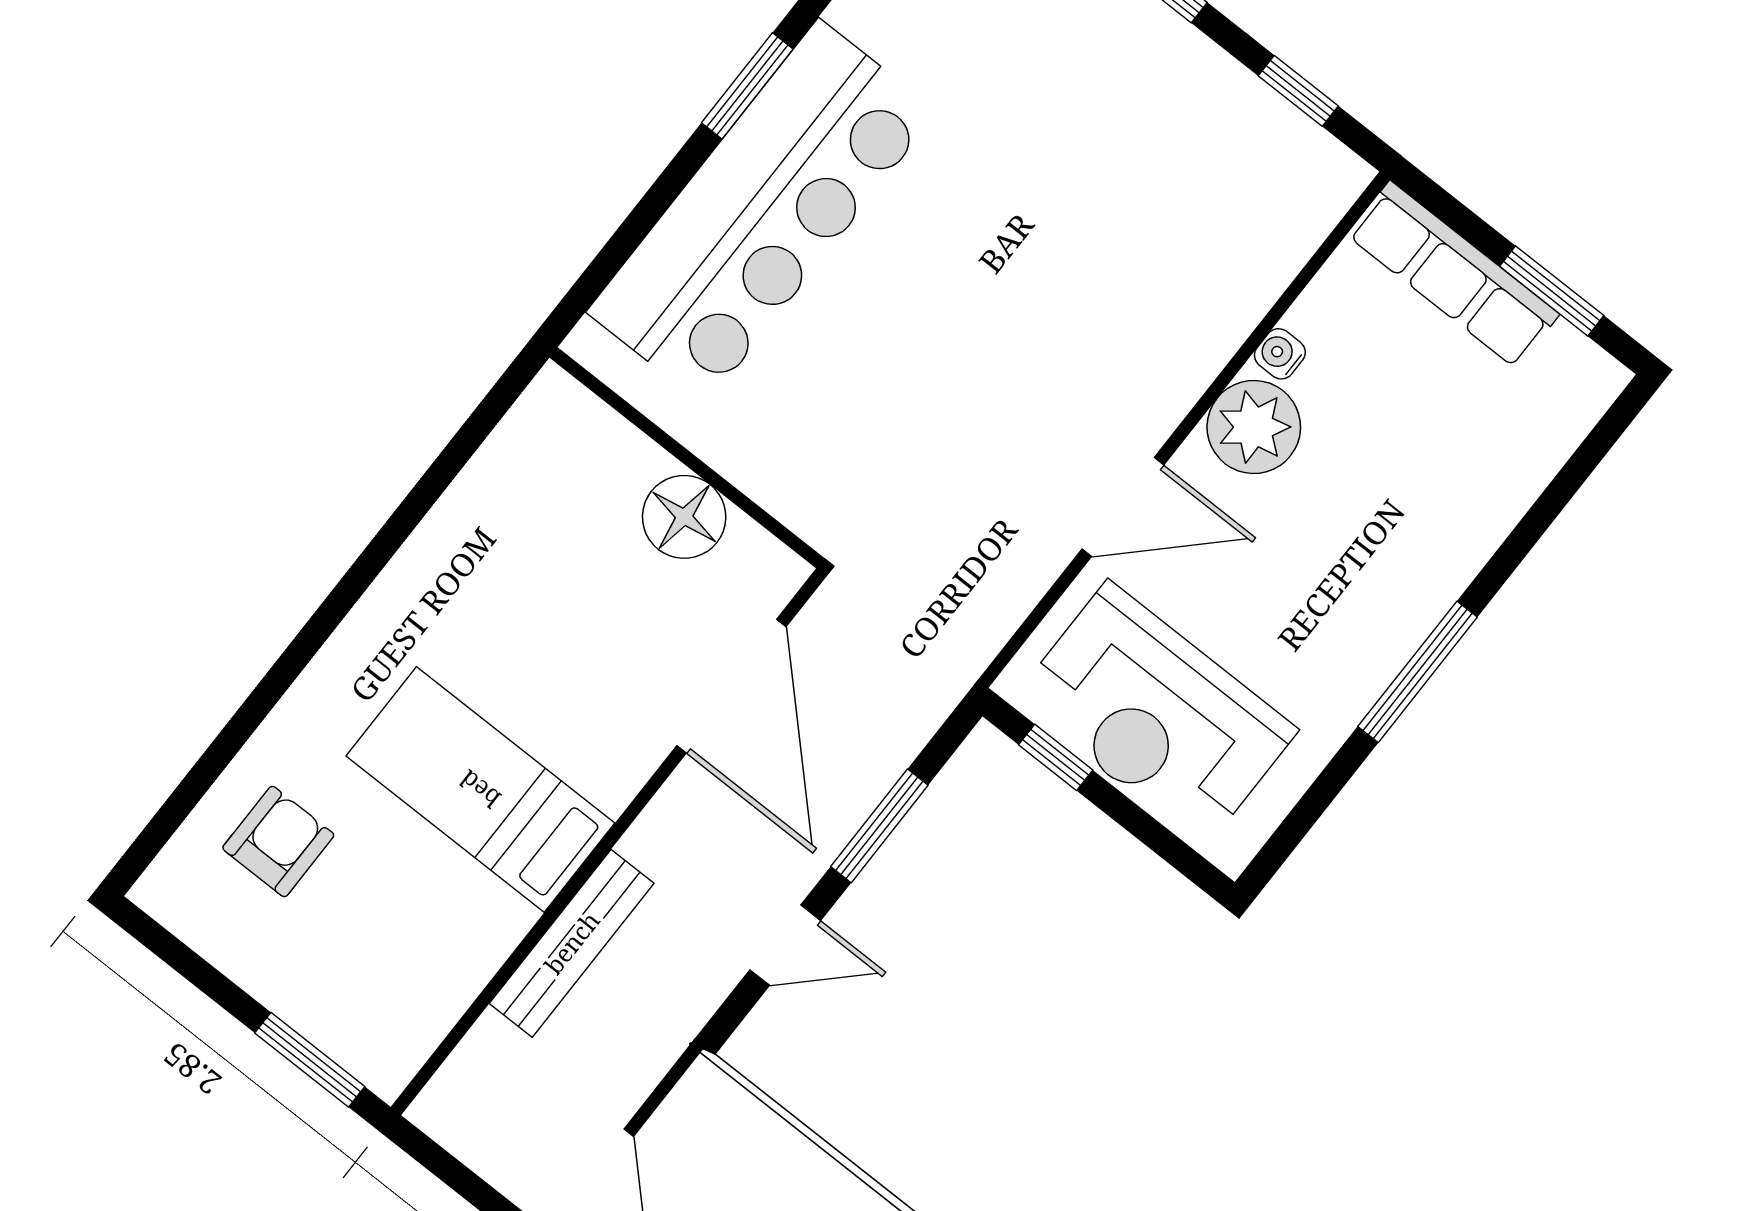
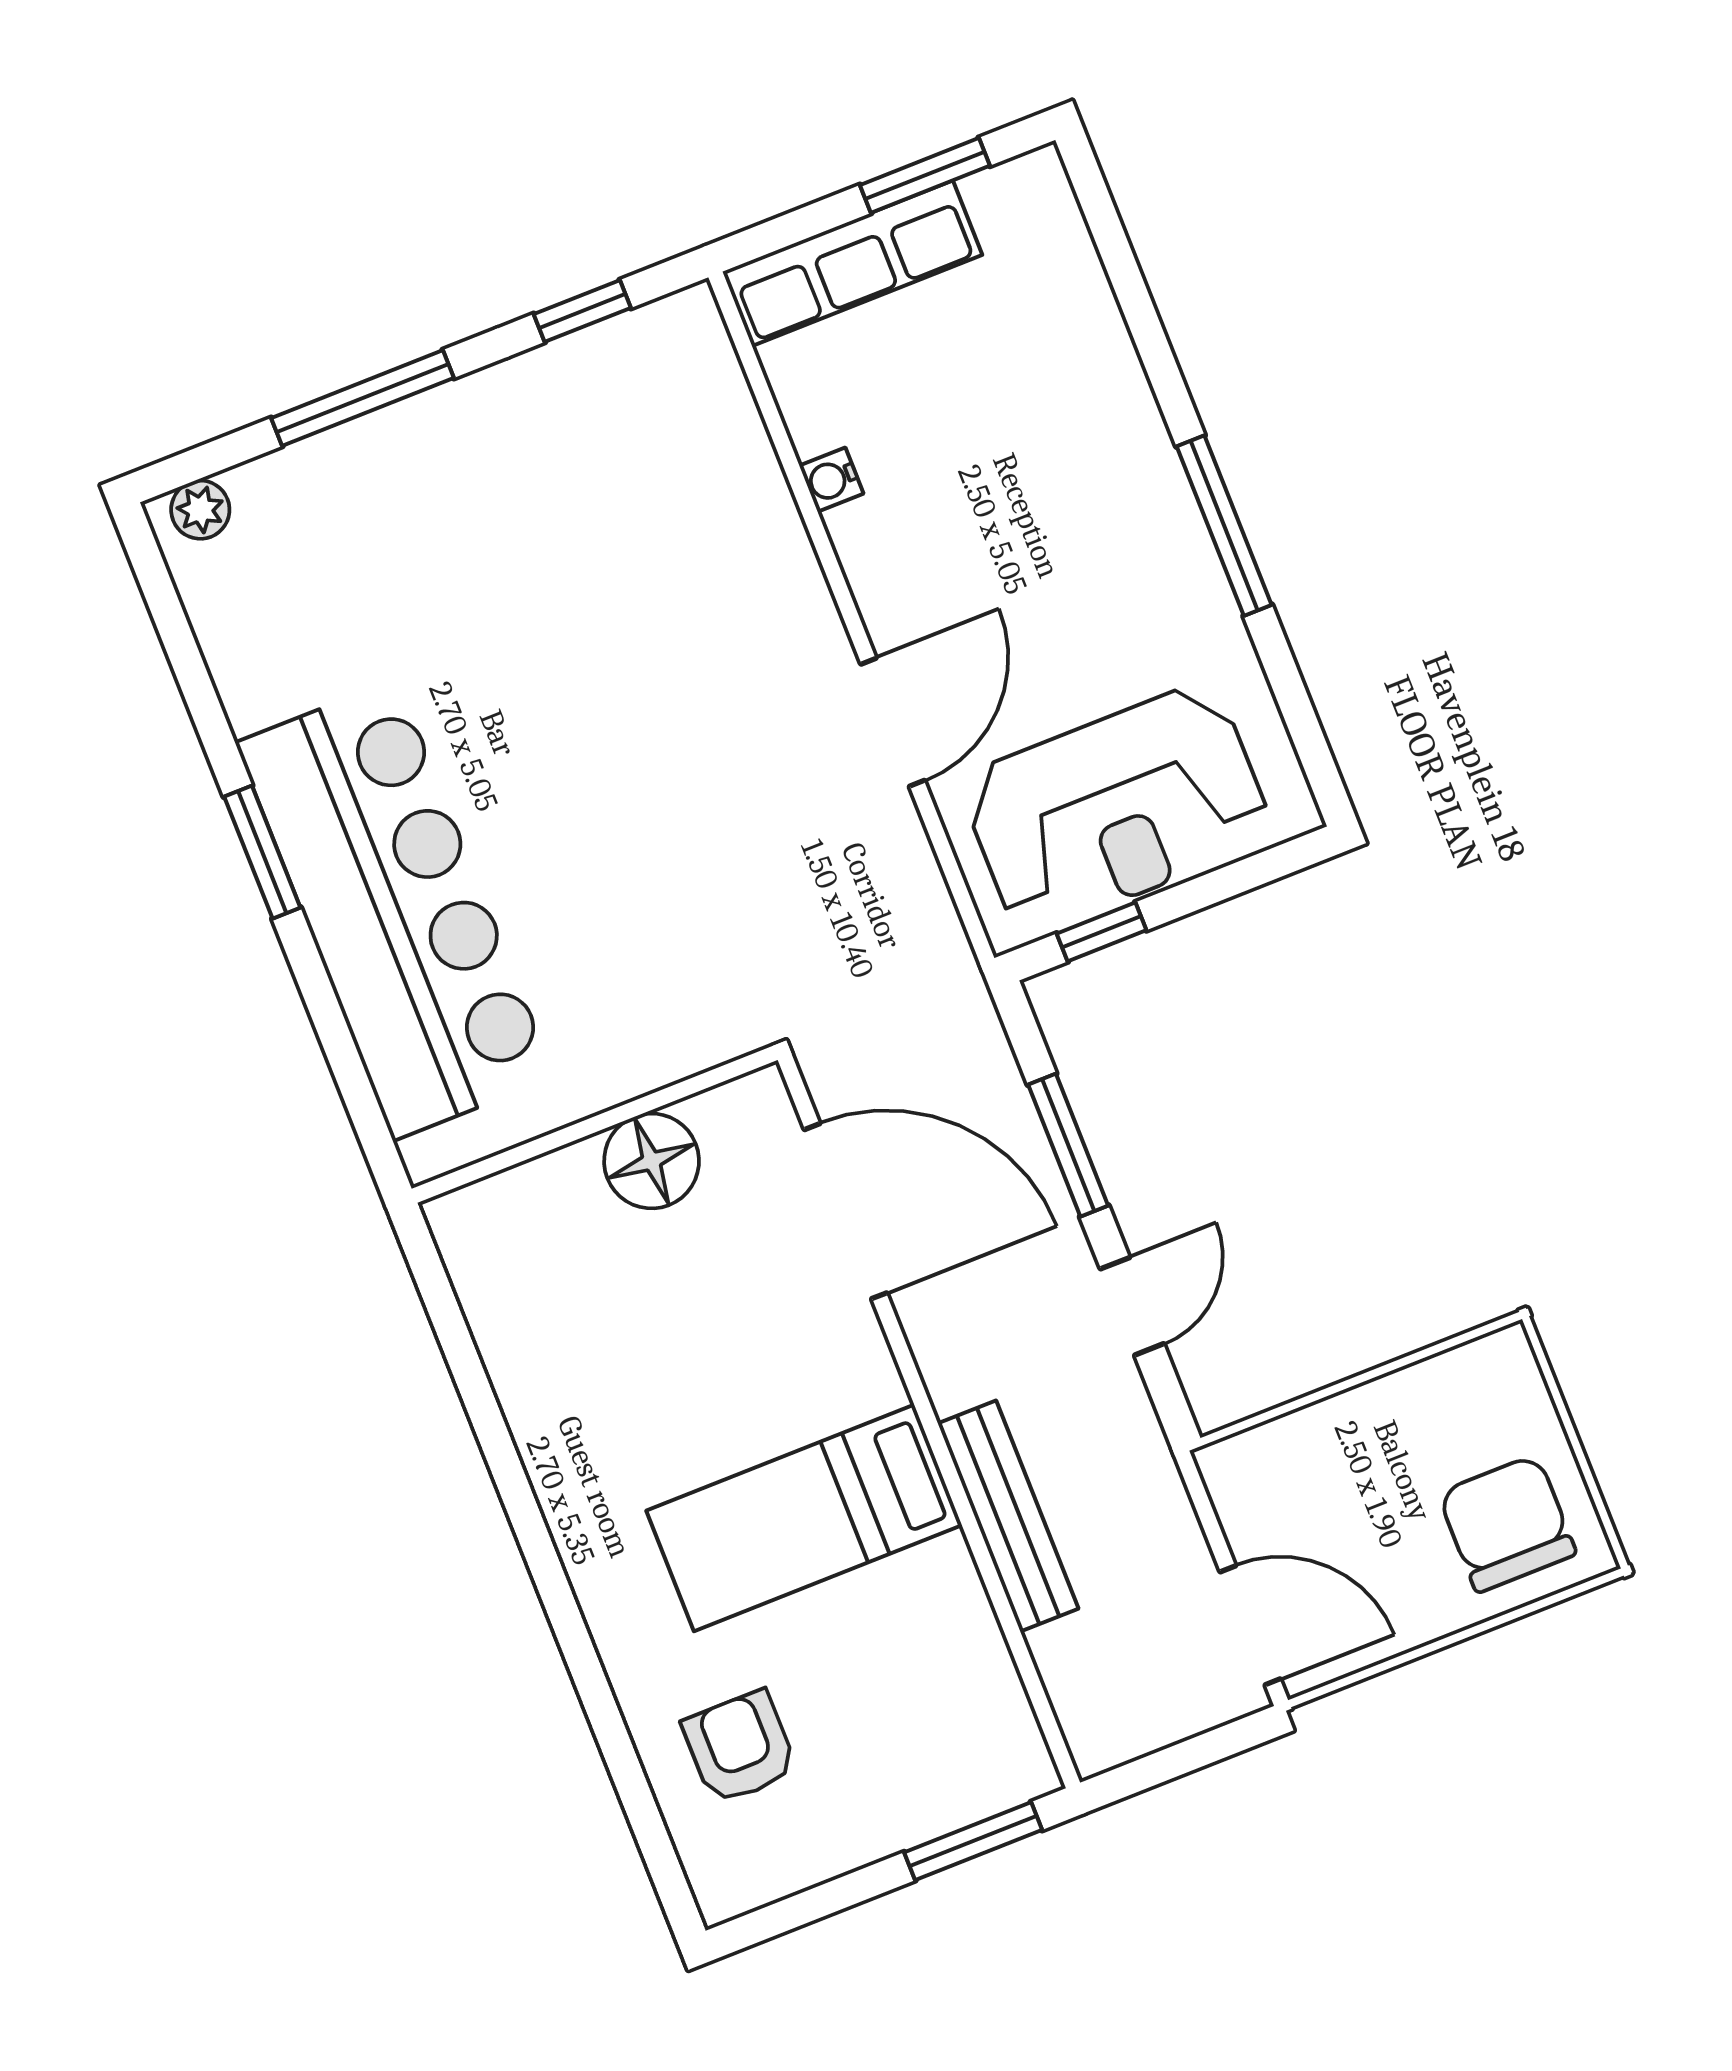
plant: (1254, 427) -> (889, 547), removed

